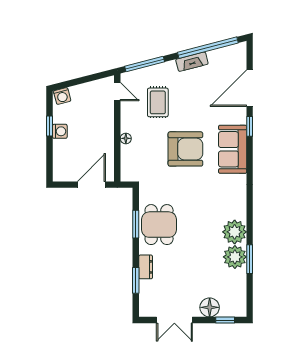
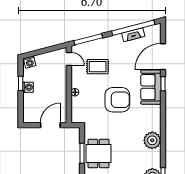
fireplace: (192, 62) -> (133, 35), moved
rug: (158, 102) -> (98, 67), turned 90
sofa: (233, 149) -> (151, 87), moved
plant: (235, 232) -> (152, 140), moved

